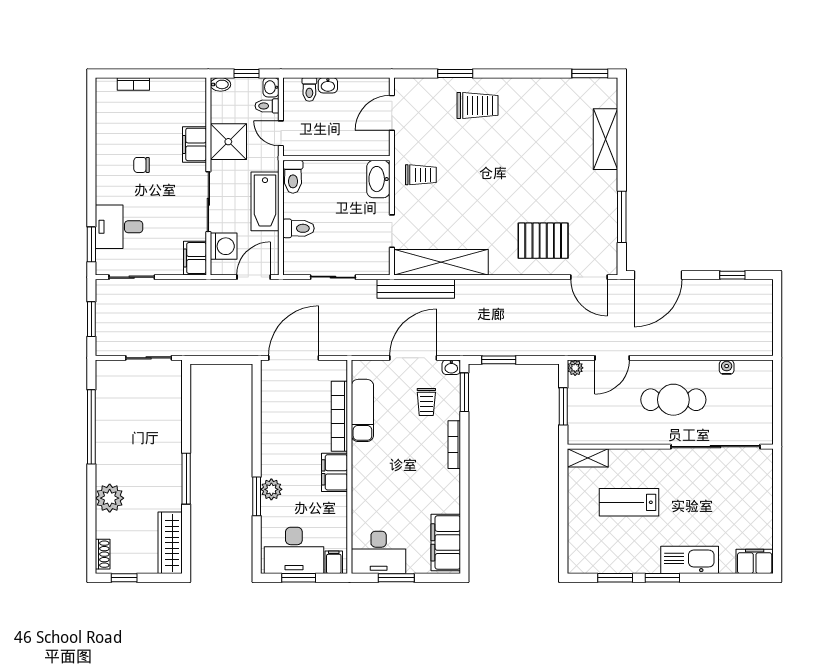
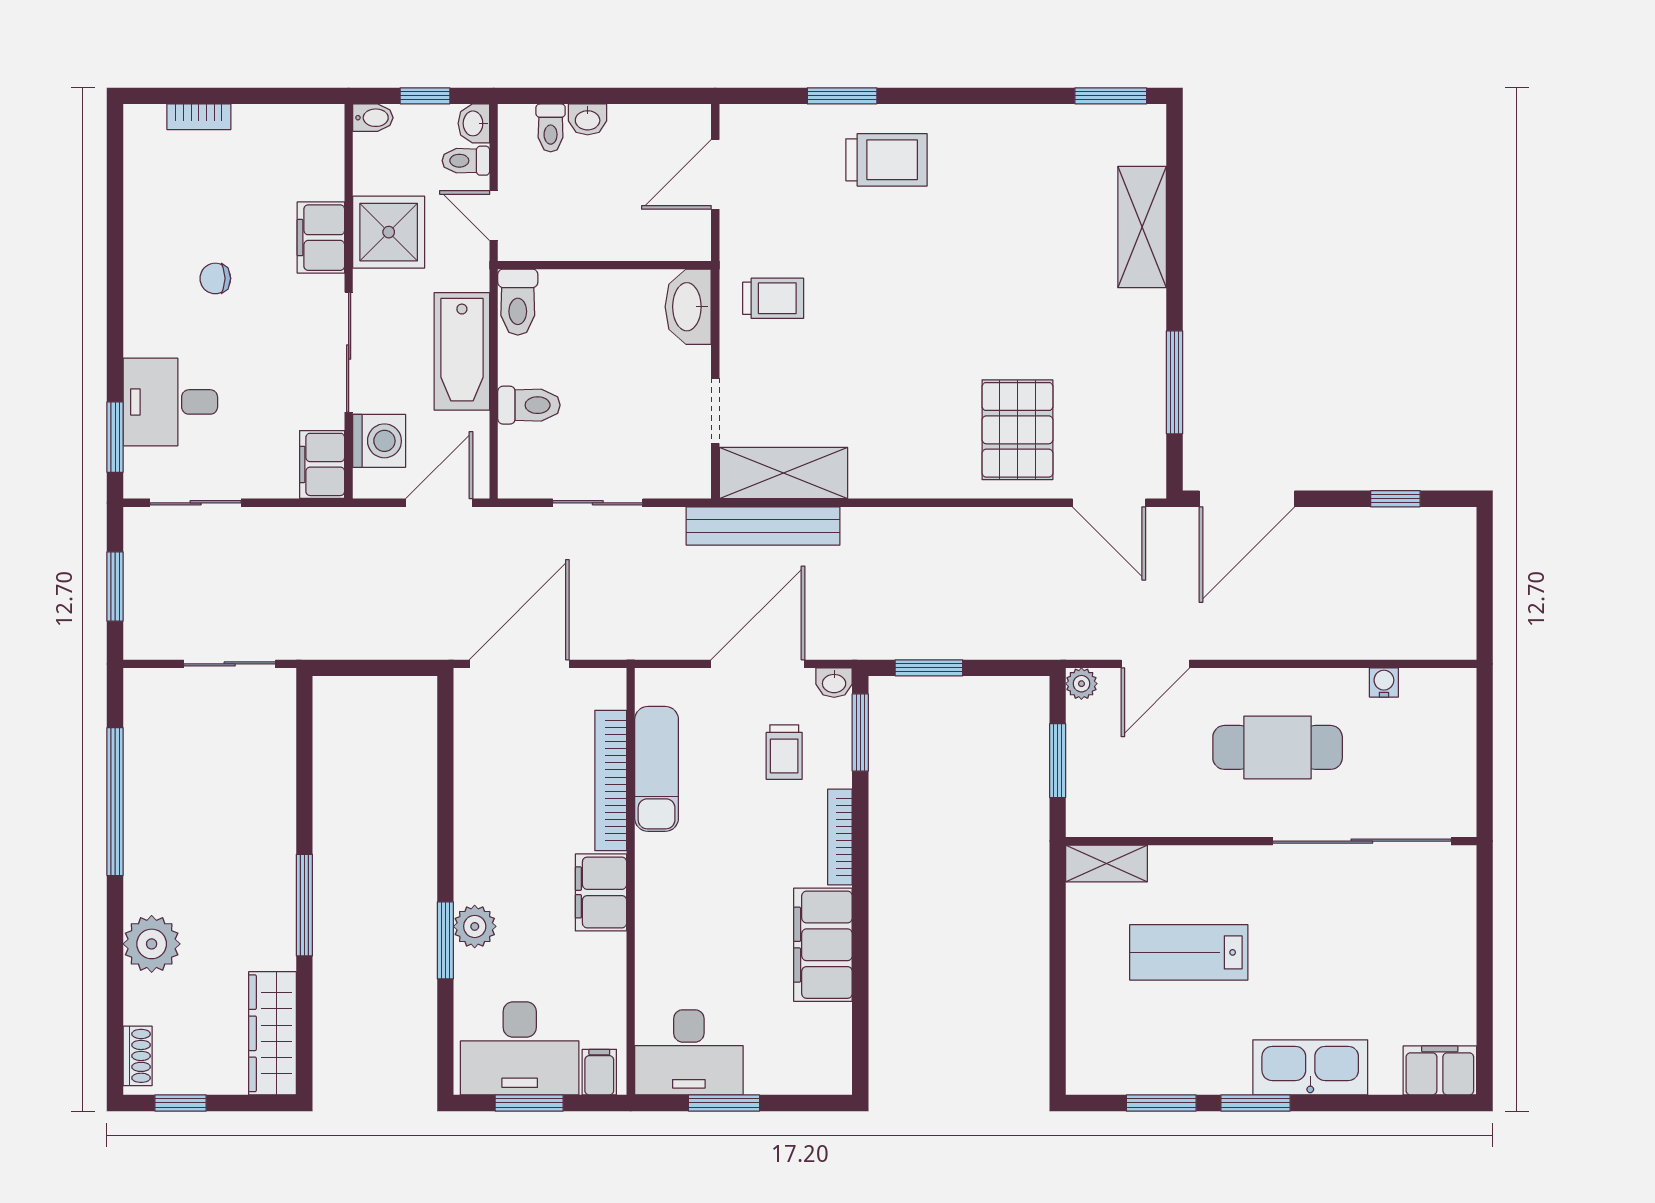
pallet: (543, 241) -> (1017, 430), turned 90
shelving: (441, 262) -> (783, 473), width x0.68
filing cabinet: (446, 542) -> (823, 945), moved

